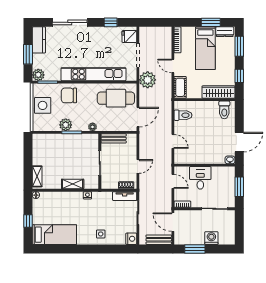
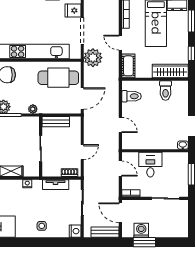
toilet: (224, 110) -> (166, 91), moved
tv unit: (125, 196) -> (56, 185), moved
washing machine: (211, 238) -> (141, 230), moved

